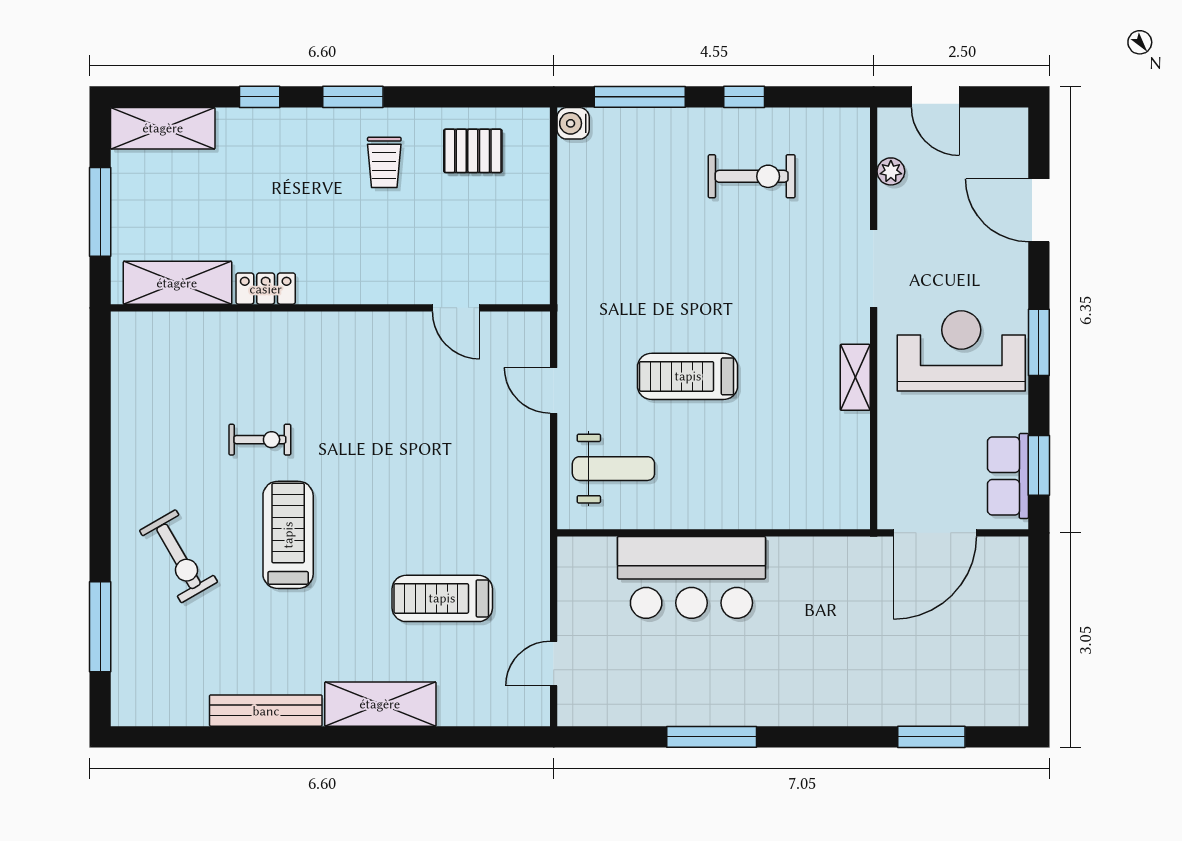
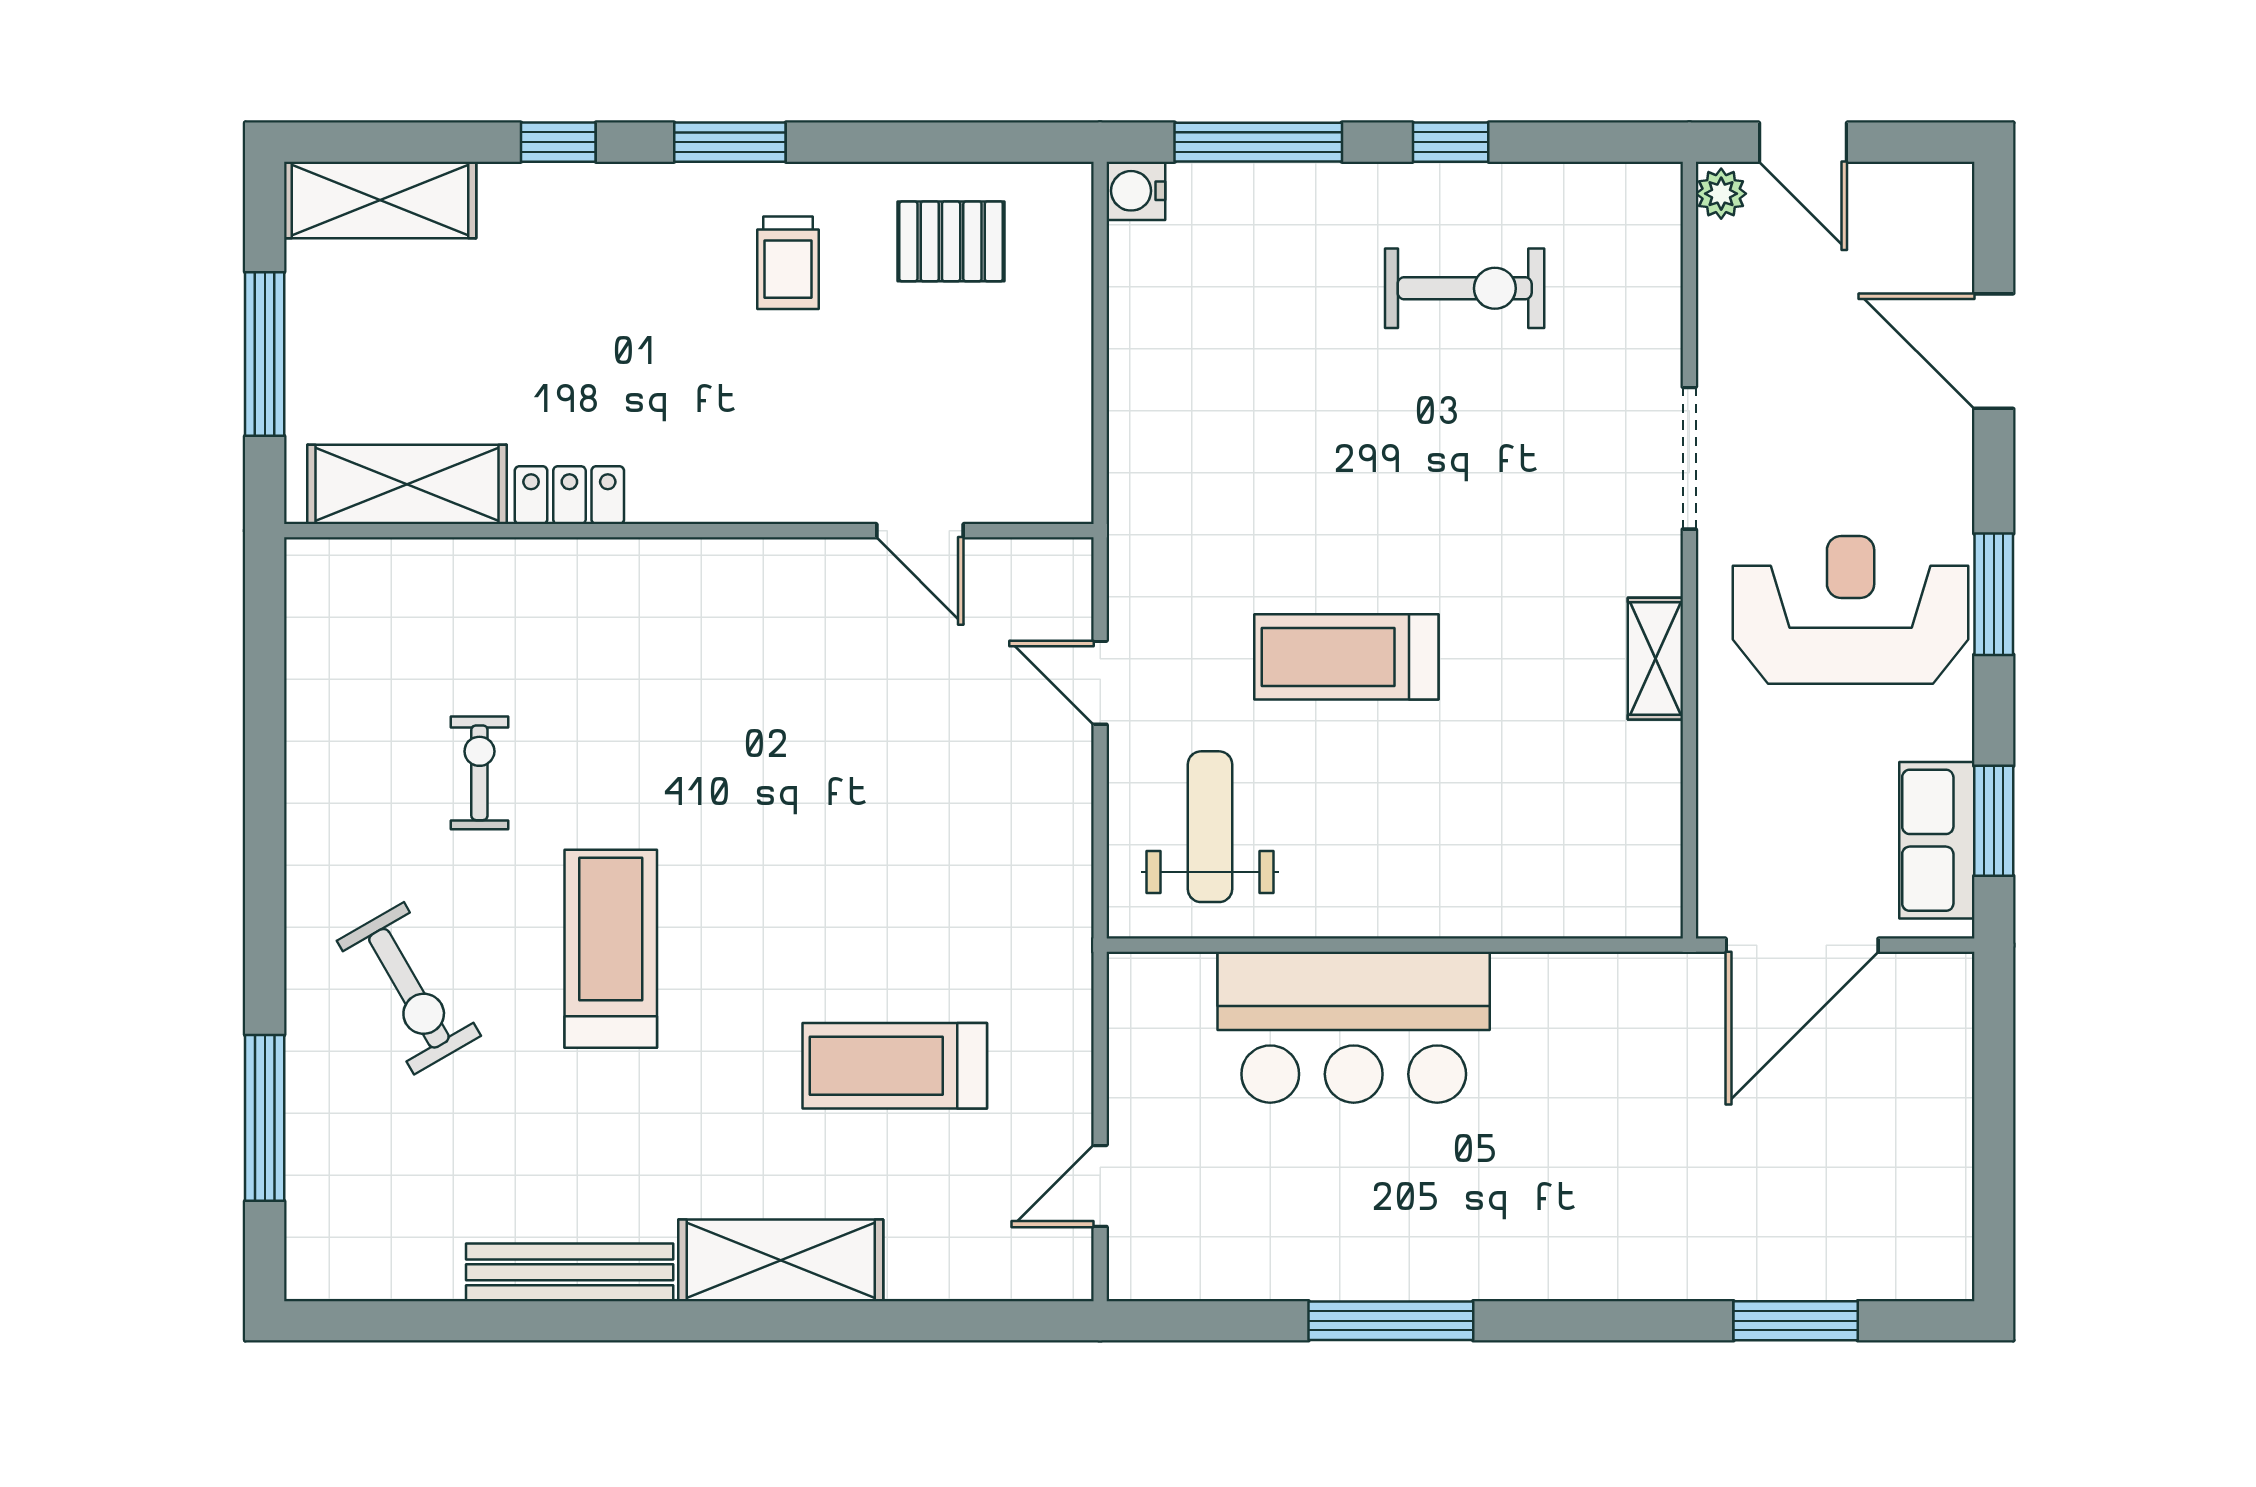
plant: (891, 171) -> (1721, 194), moved
exercise bike: (260, 440) -> (479, 773), moved, turned -90
weight bench: (613, 469) -> (1210, 827), turned -90

